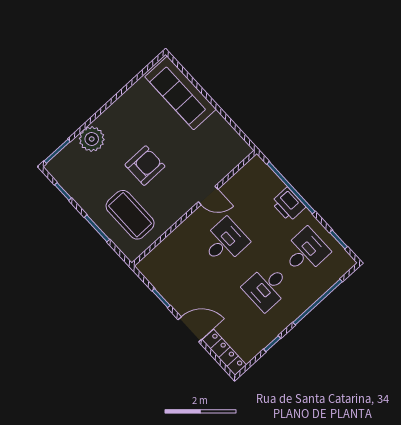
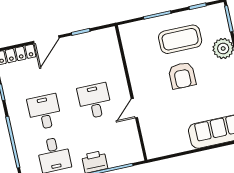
coffee table: (130, 215) -> (180, 39), moved
desk: (225, 242) -> (95, 101), turned 180

